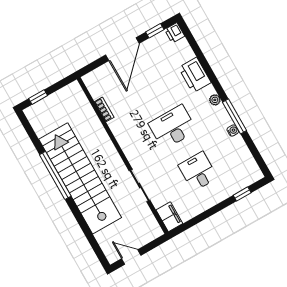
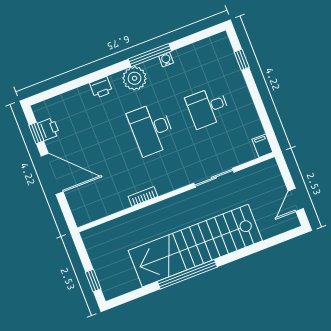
printer: (175, 33) -> (48, 129), moved, turned -90
printer: (195, 75) -> (101, 87), width x0.53, depth x0.68
plant: (215, 100) -> (135, 78), width x1.88, depth x1.88
bookcase: (104, 109) -> (143, 196), moved
filing cabinet: (169, 217) -> (262, 146), width x0.50

